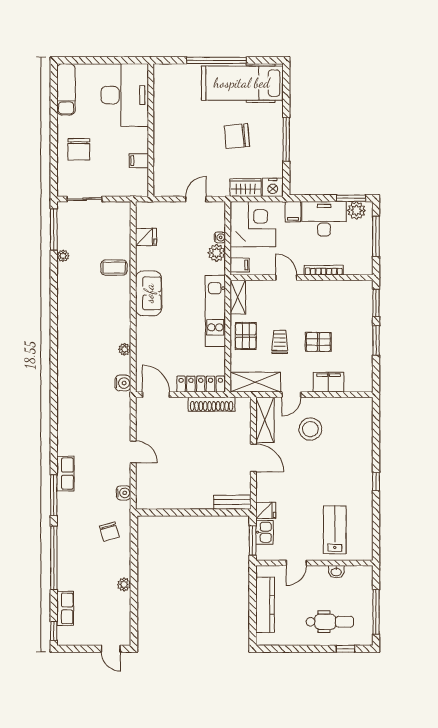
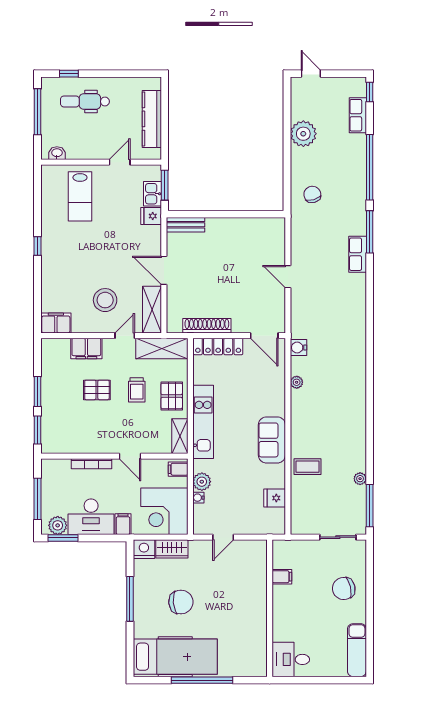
desk: (125, 95) -> (291, 659), width x0.53, depth x0.77
chair: (79, 149) -> (344, 589), turned -103
filing cabinet: (358, 407) -> (56, 323), added
water cooler: (124, 493) -> (298, 234), removed
washbasin: (336, 572) -> (57, 153), moved
plant: (124, 585) -> (303, 134), width x1.87, depth x1.87

